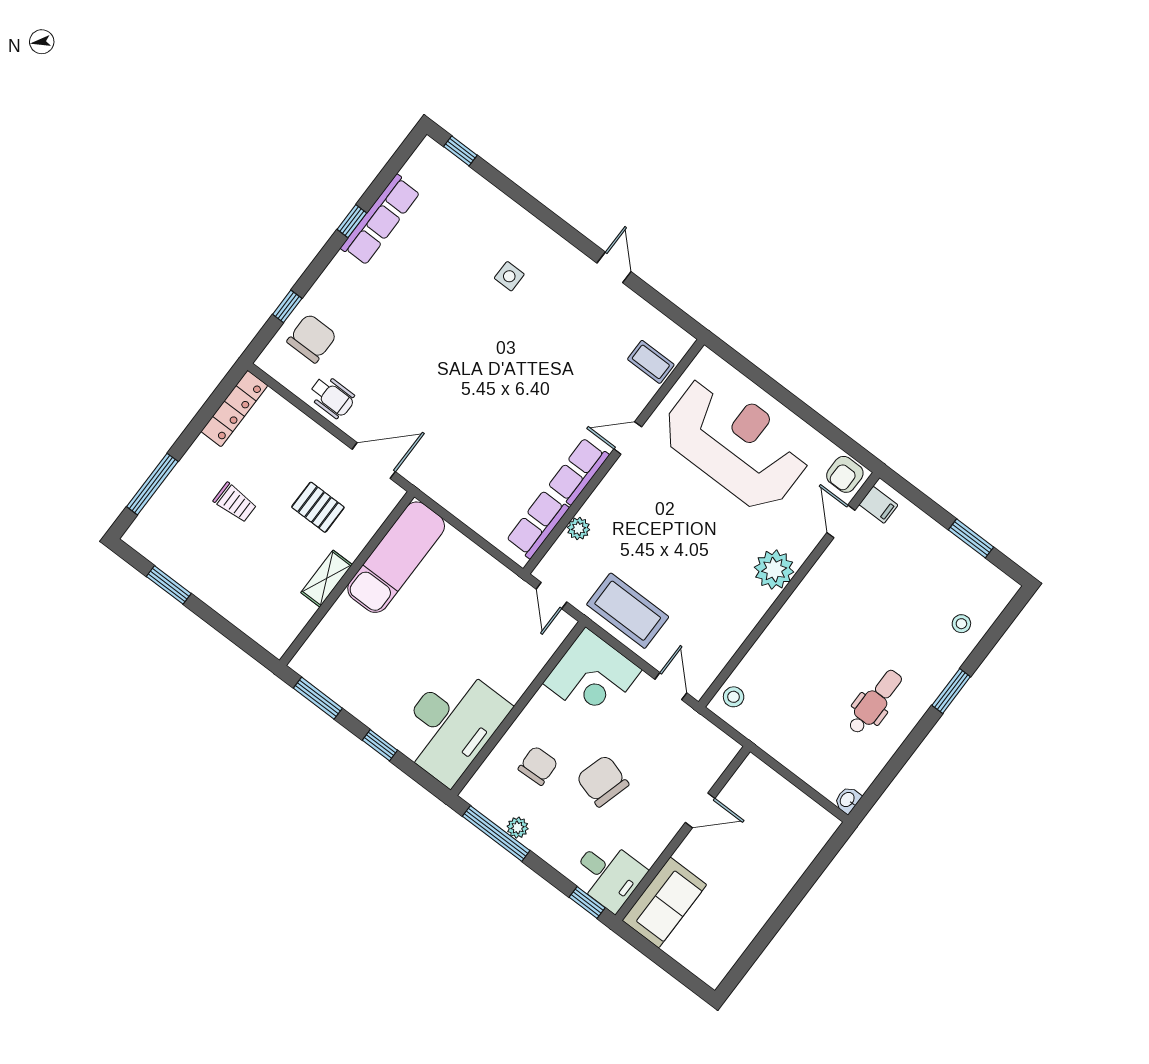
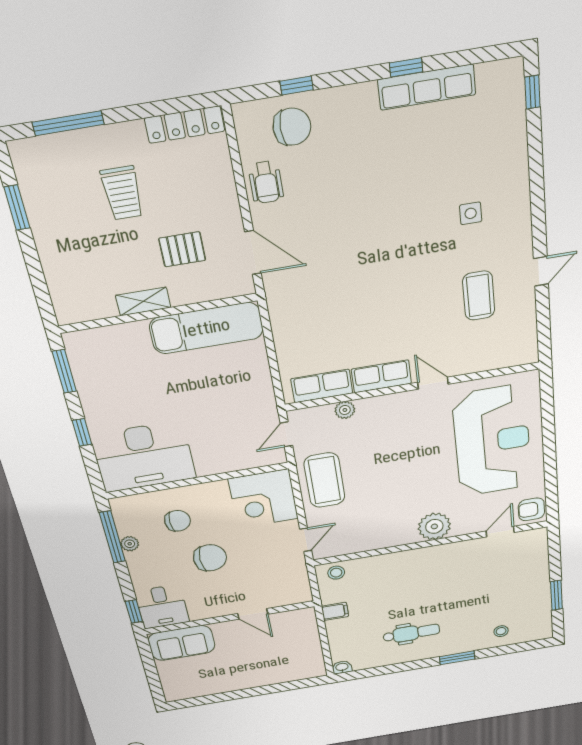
coffee table: (651, 362) -> (479, 296), moved, width x1.36, depth x1.30
trolley: (235, 503) -> (122, 193), width x1.36, depth x1.39
filing cabinet: (878, 505) -> (335, 611), moved, turned -90
pallet: (318, 507) -> (182, 249), turned 90
chair: (603, 781) -> (210, 558), turned 73

